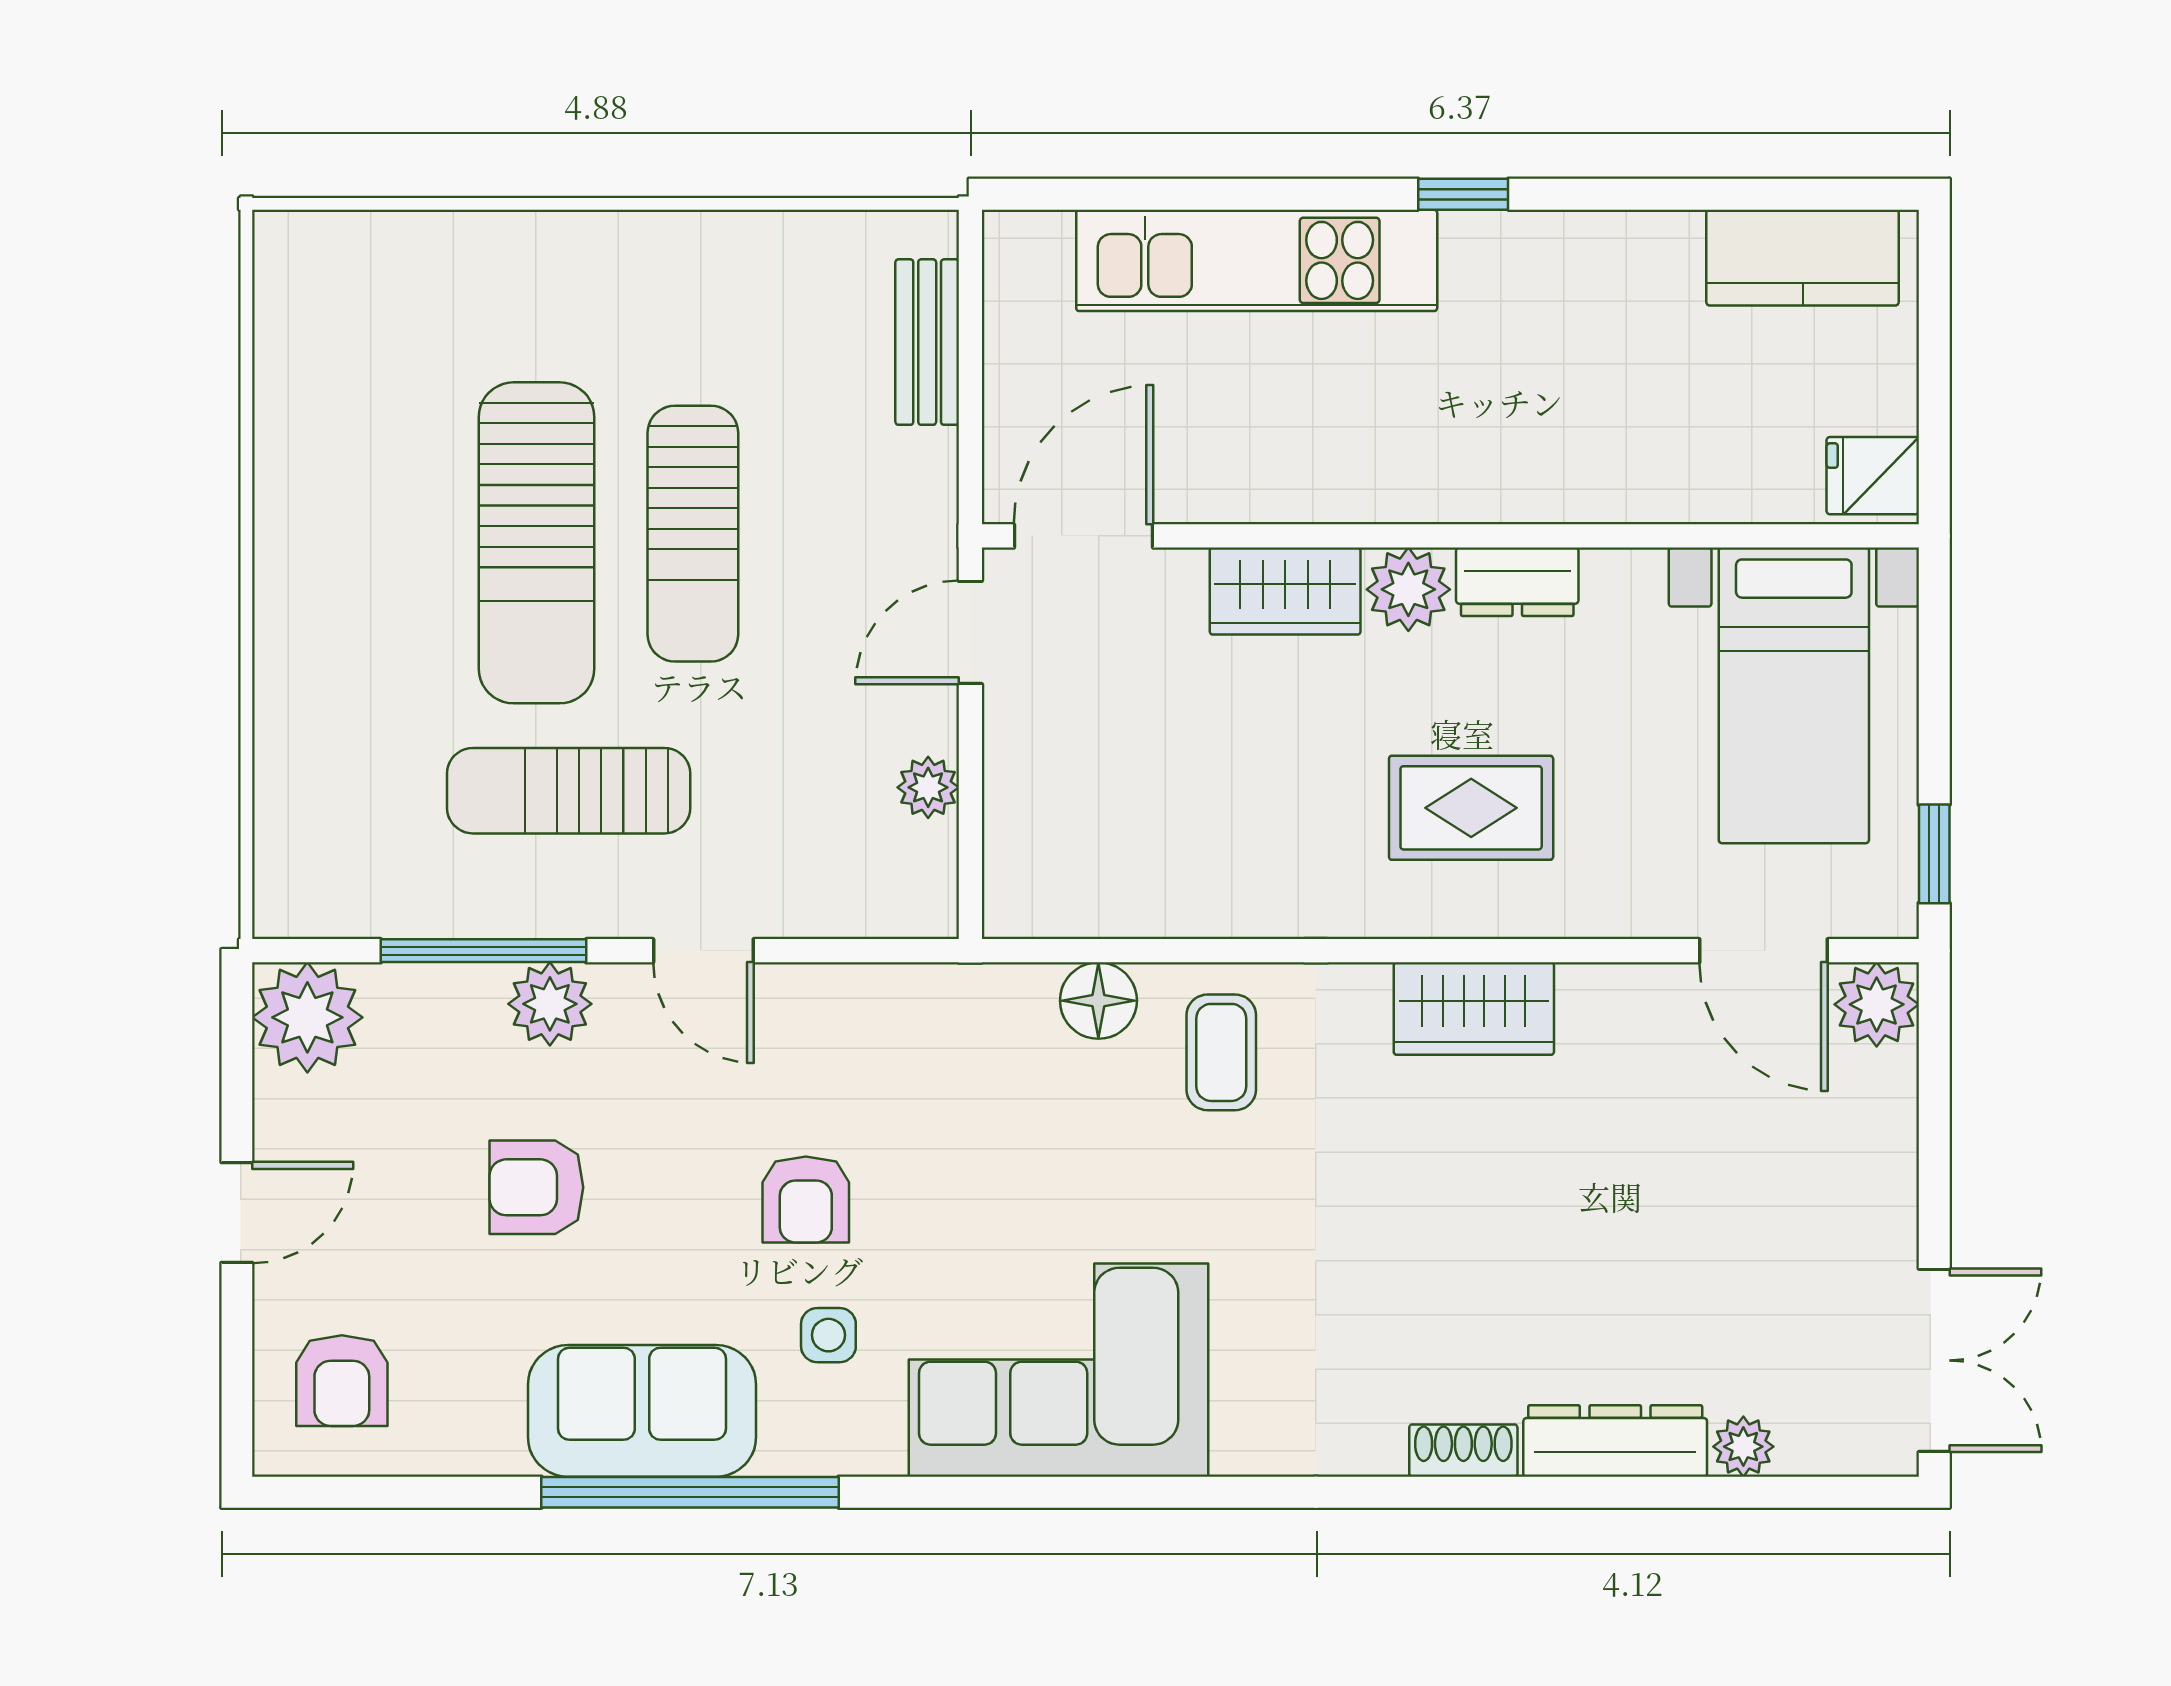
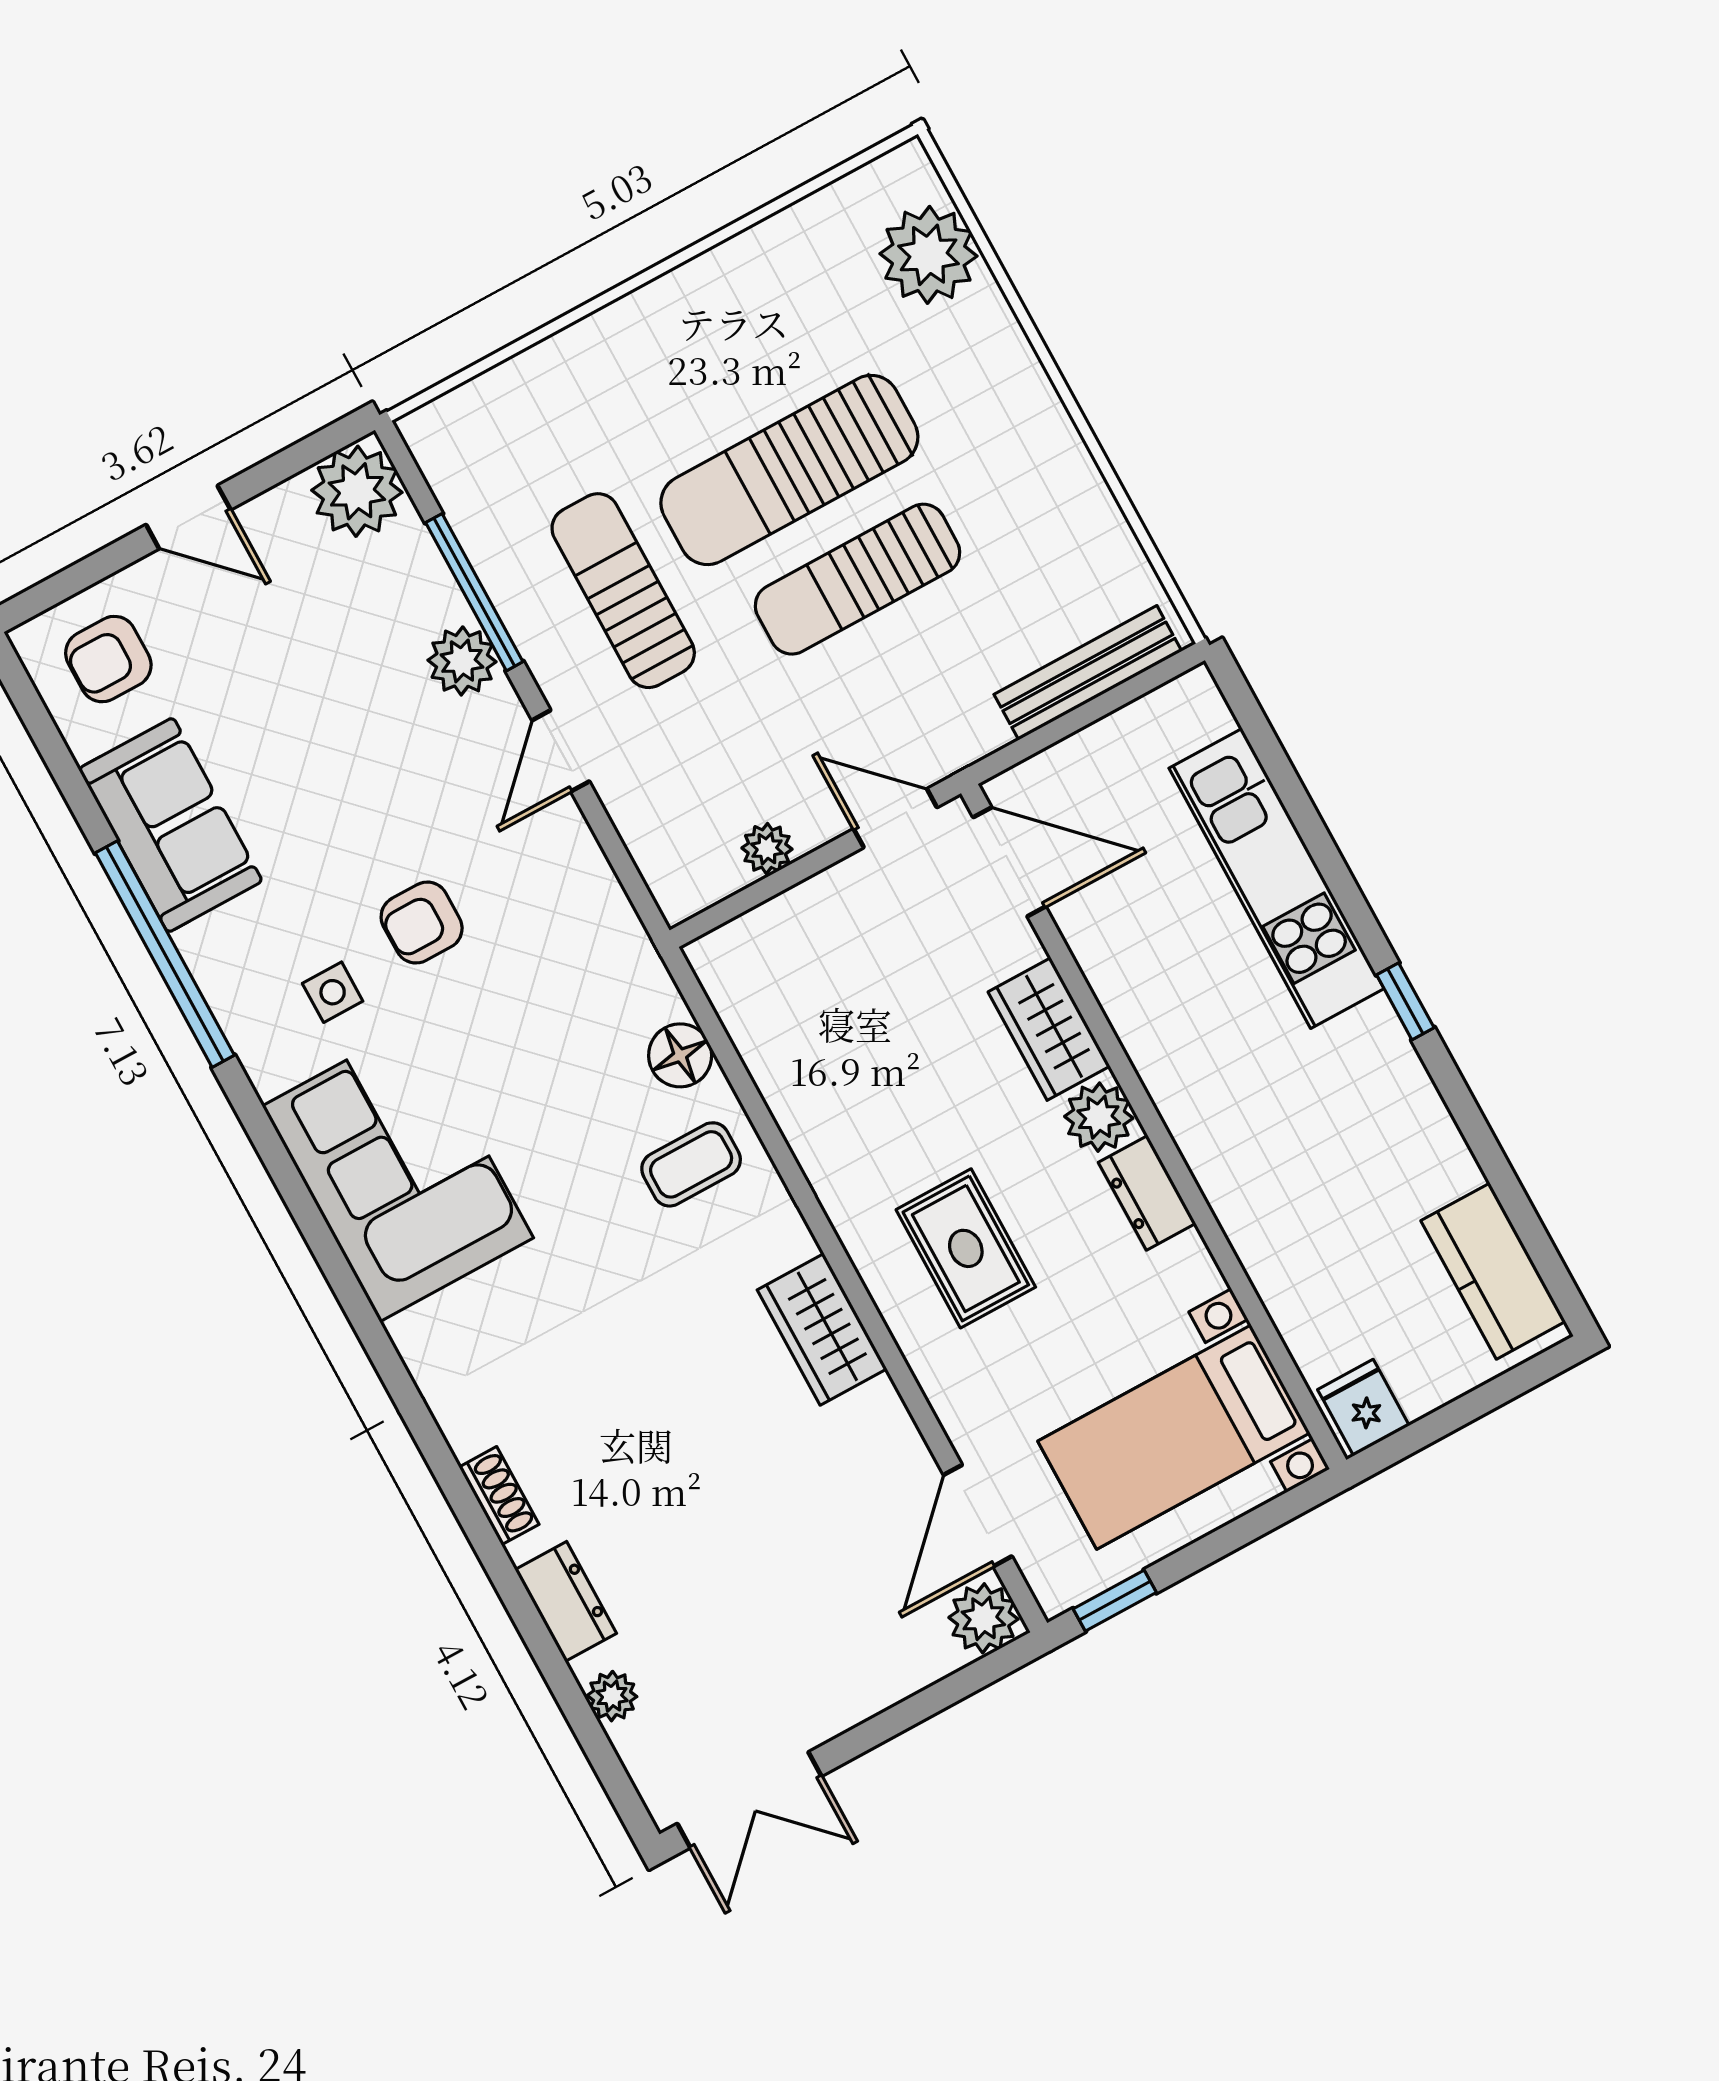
plant: (388, 269) -> (929, 255), added
bench: (927, 342) -> (1088, 673), width x1.36
armchair: (536, 1187) -> (324, 723), removed
sofa: (642, 1411) -> (170, 825), moved
dresser: (1615, 1441) -> (566, 1601), width x0.70

